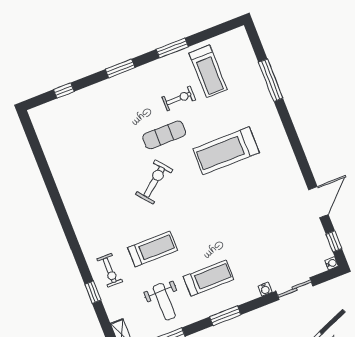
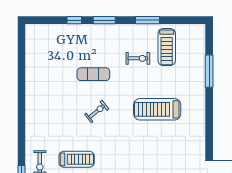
window: (64, 91) -> (74, 20), moved
exercise mat: (164, 135) -> (93, 74), moved
exercise bike: (154, 182) -> (97, 111), width x0.73, depth x0.72

